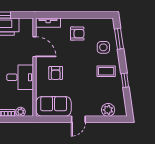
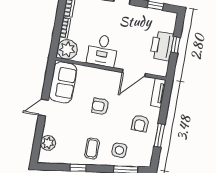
window: (84, 15) -> (159, 135), added
armchair: (56, 73) -> (100, 106), moved
plant: (21, 112) -> (67, 49), width x1.88, depth x1.88
door: (78, 119) -> (43, 108), hinge flipped

